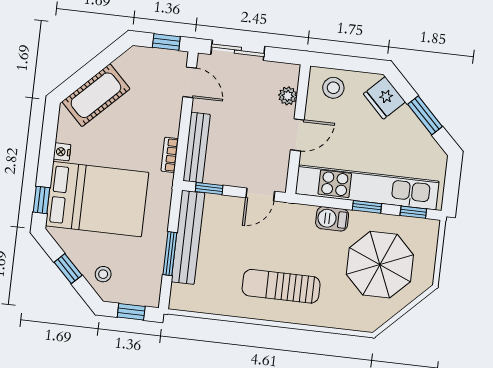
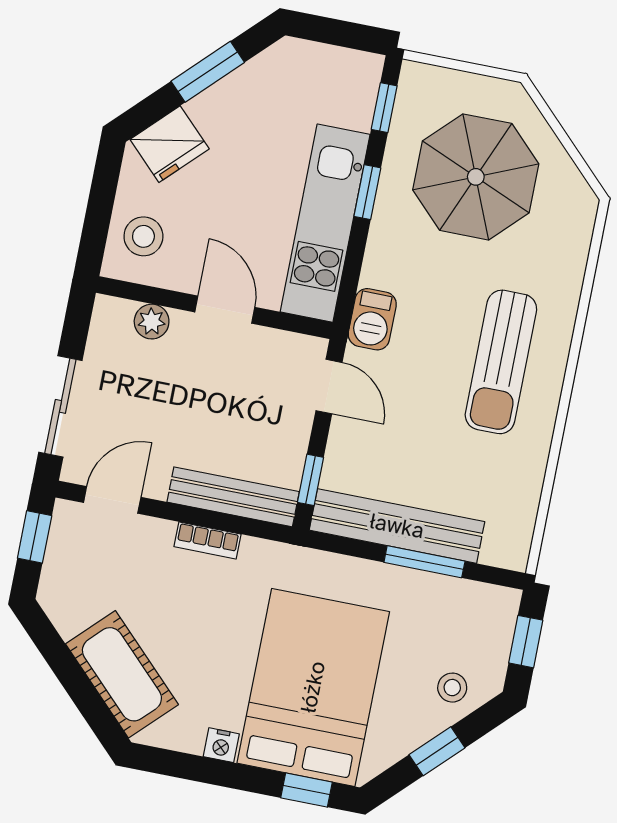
bookcase: (170, 155) -> (208, 540), moved
kitchen unit: (367, 187) -> (325, 223), width x0.73
barbecue: (332, 219) -> (372, 319), moved

